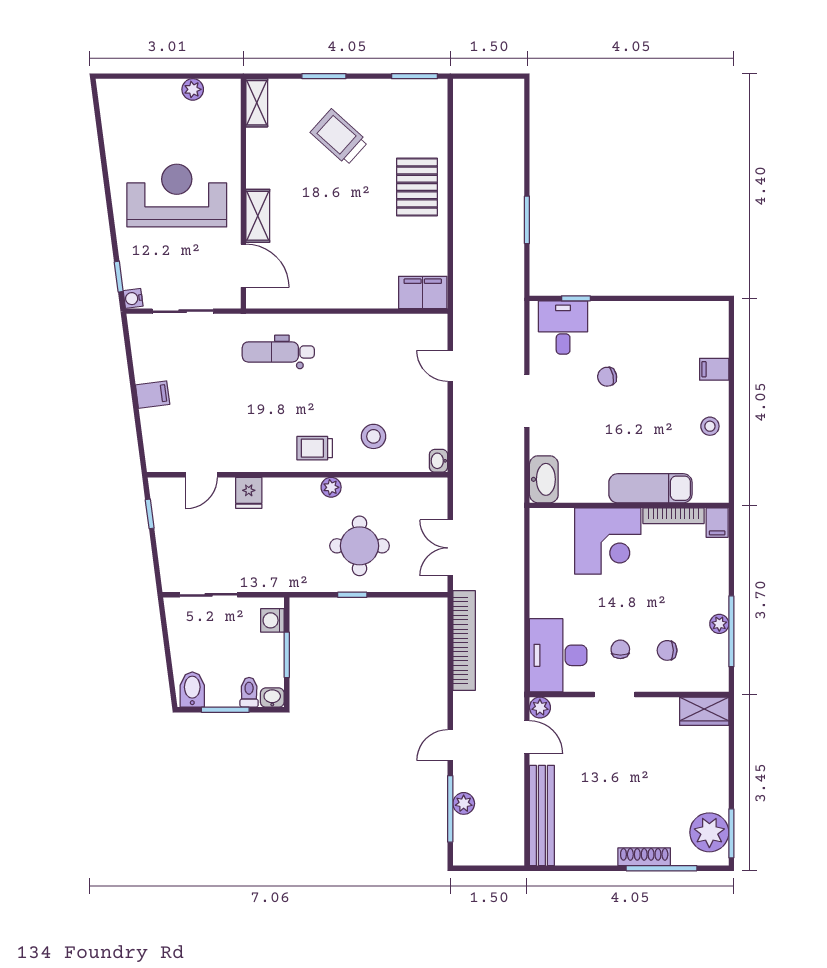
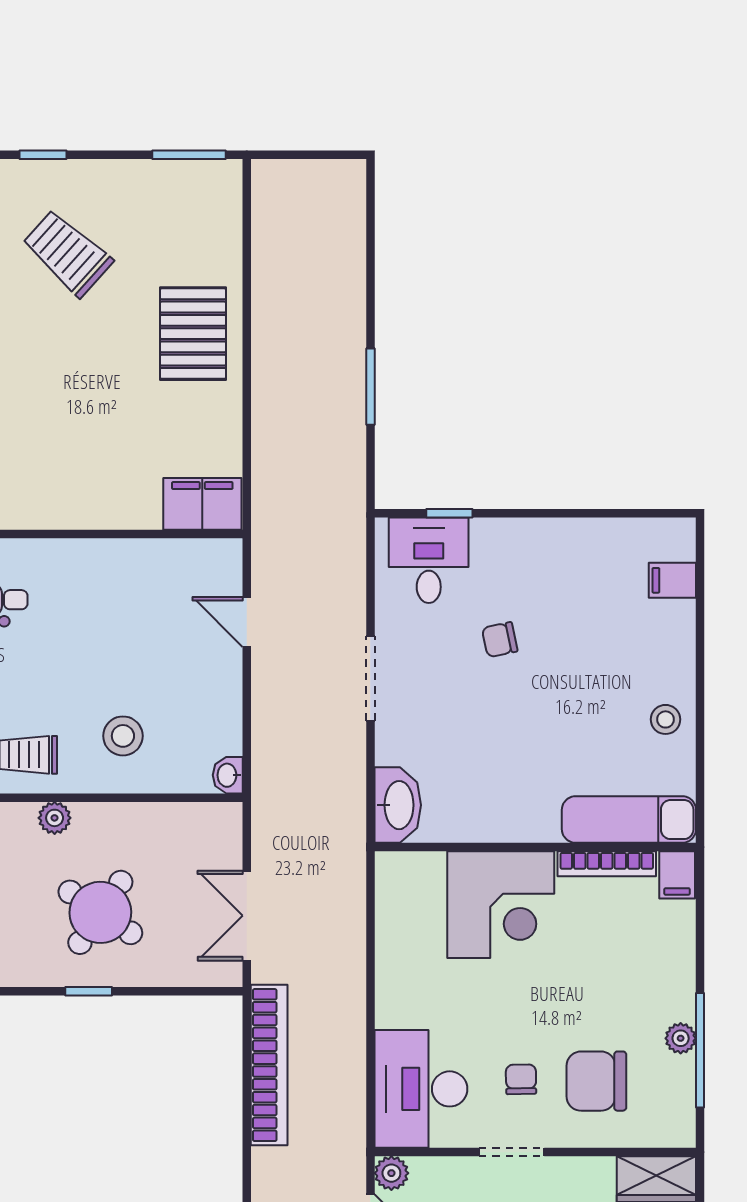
window: (324, 76) -> (43, 155), width x0.67
filing cabinet: (714, 369) -> (672, 580), moved
exam couch: (650, 488) -> (629, 820), moved
round table: (360, 546) -> (100, 912), turned 34
chair: (667, 650) -> (596, 1081), width x1.87, depth x1.87

